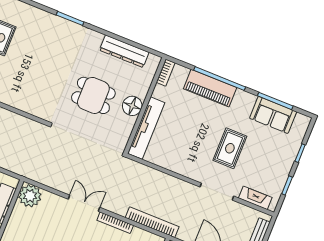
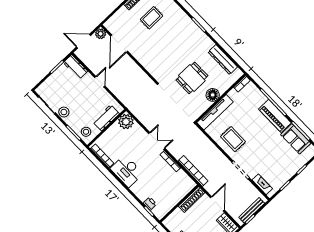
piano: (210, 88) -> (275, 116), moved
dining table: (93, 95) -> (192, 78), turned 90
rug: (230, 148) -> (233, 139), moved, turned 90

